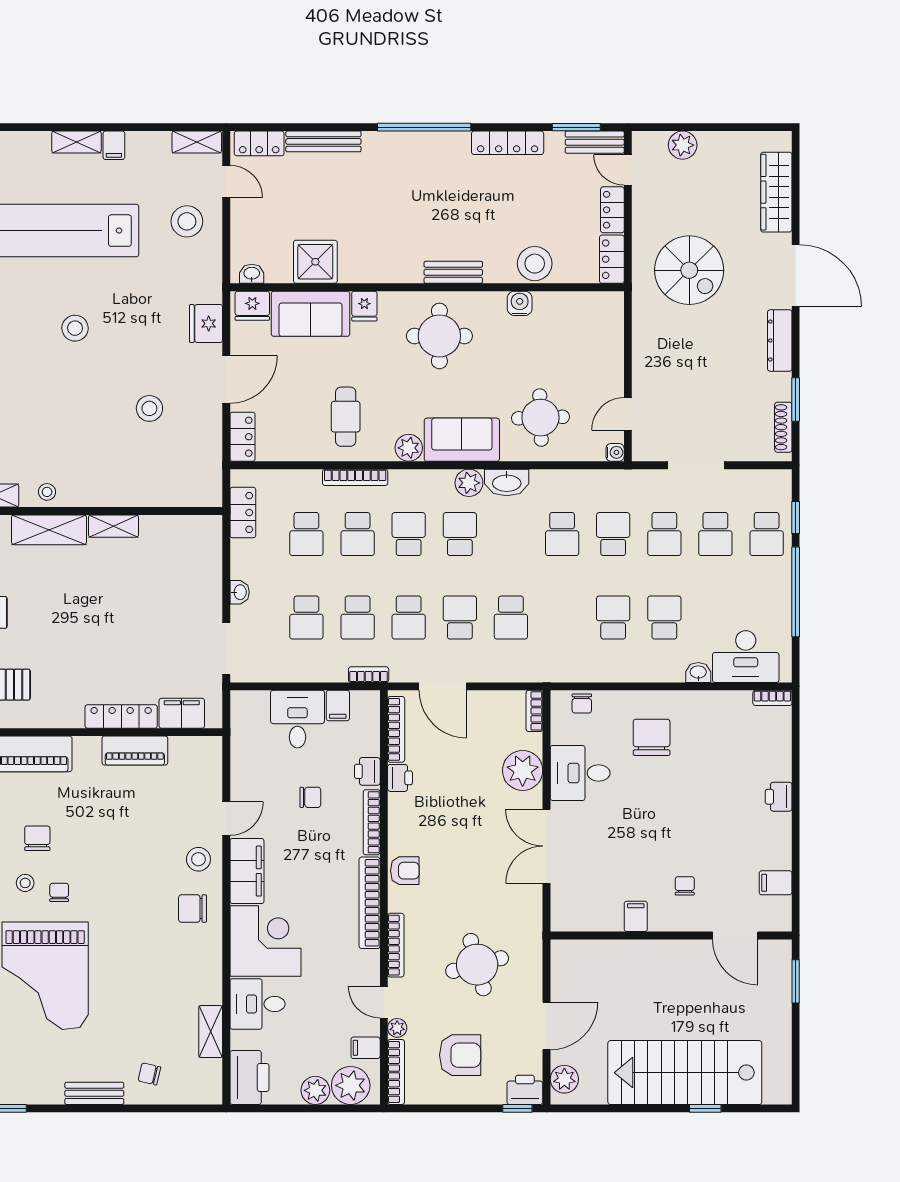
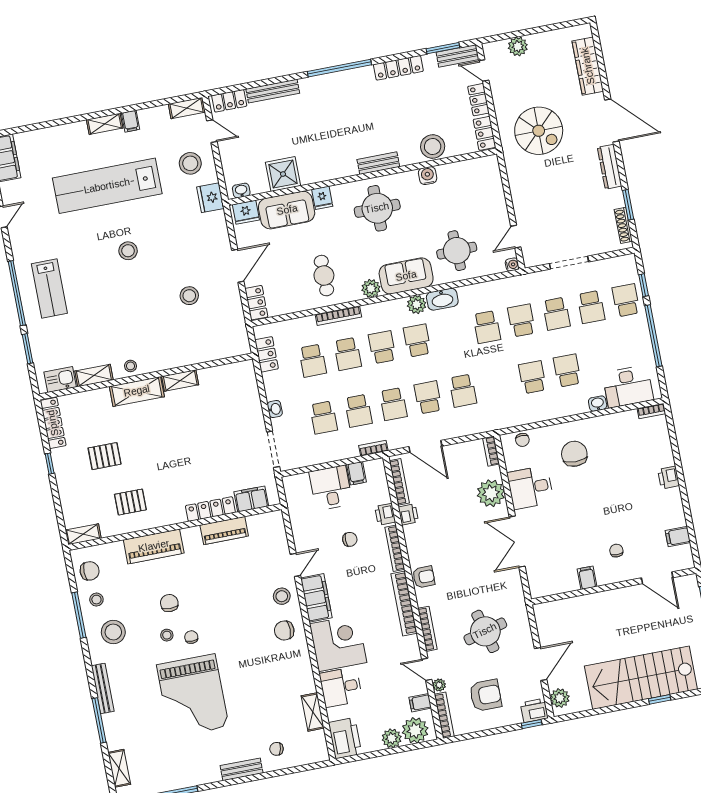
fridge: (206, 323) -> (210, 198), moved
school desk: (767, 534) -> (626, 300), turned 180

